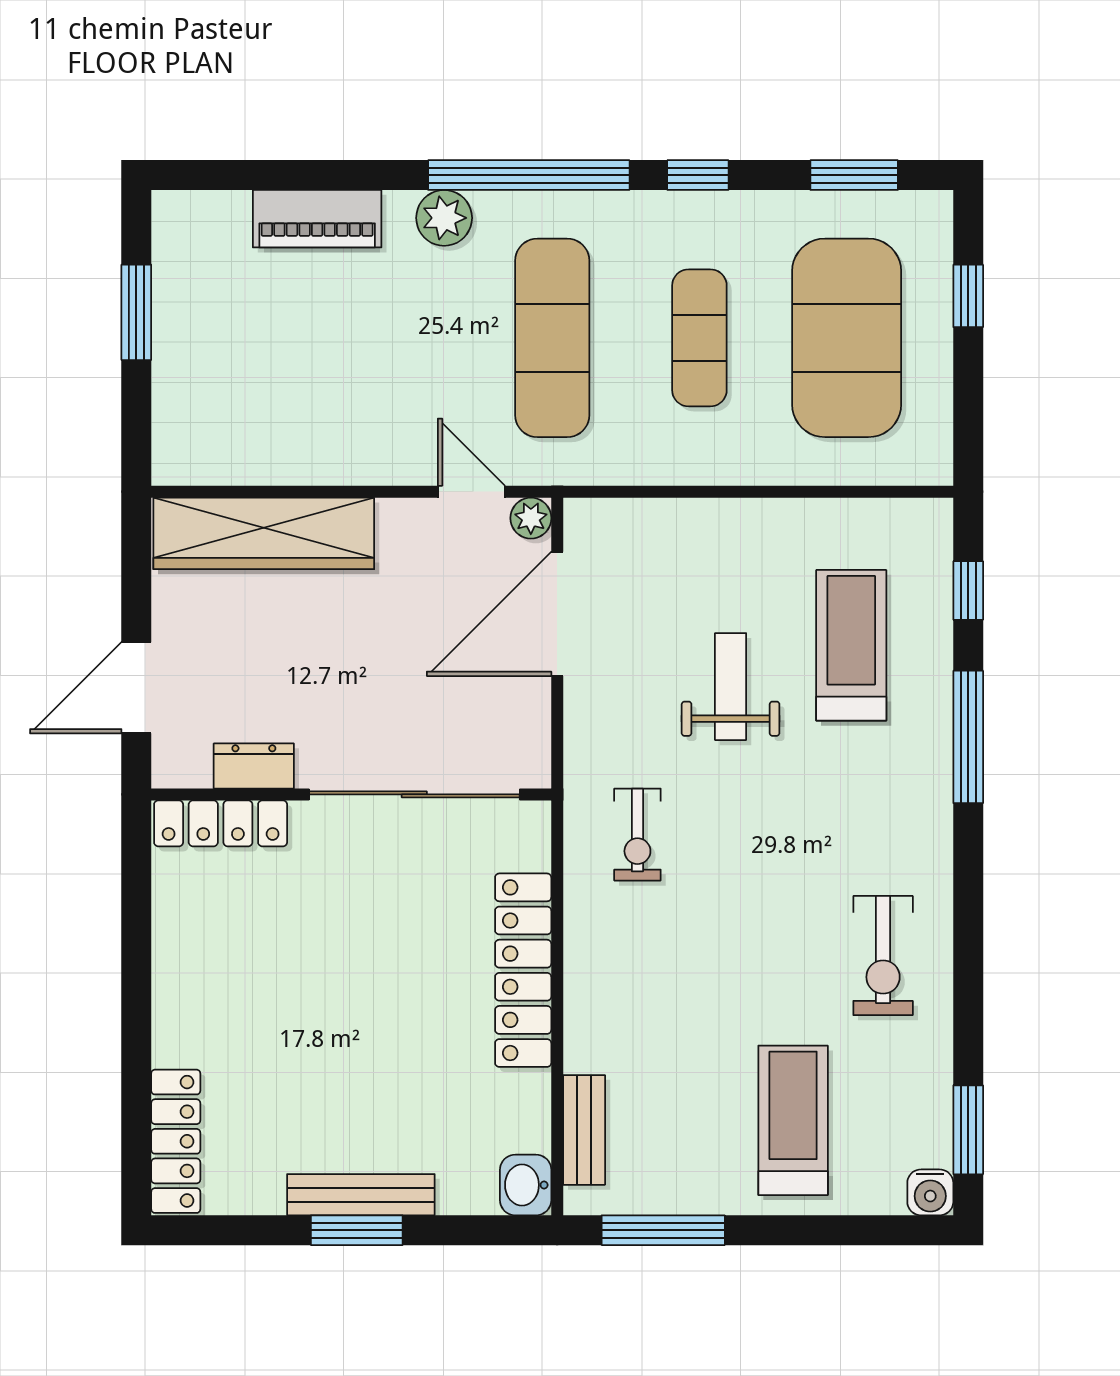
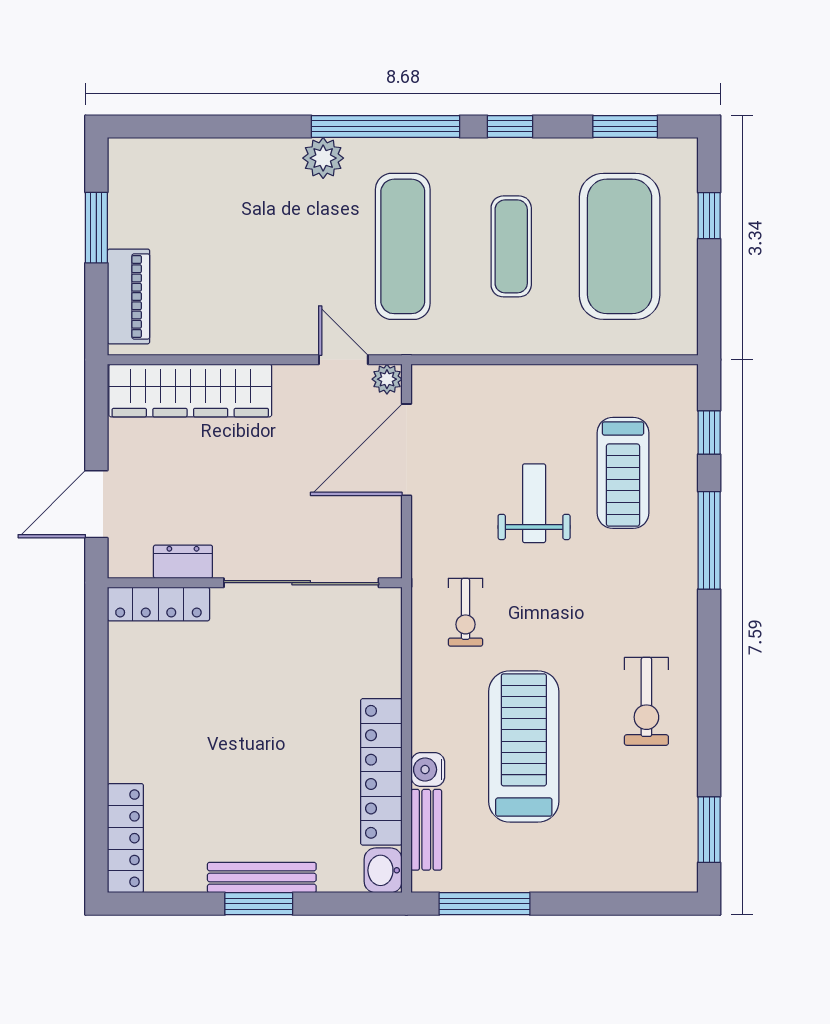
piano: (317, 219) -> (129, 296), moved, turned -90
treadmill: (851, 645) -> (623, 473), turned 180
locker: (523, 970) -> (381, 772), moved
treadmill: (793, 1120) -> (524, 746), moved, width x1.37, depth x1.38
water cooler: (930, 1192) -> (428, 770), moved, turned 90

